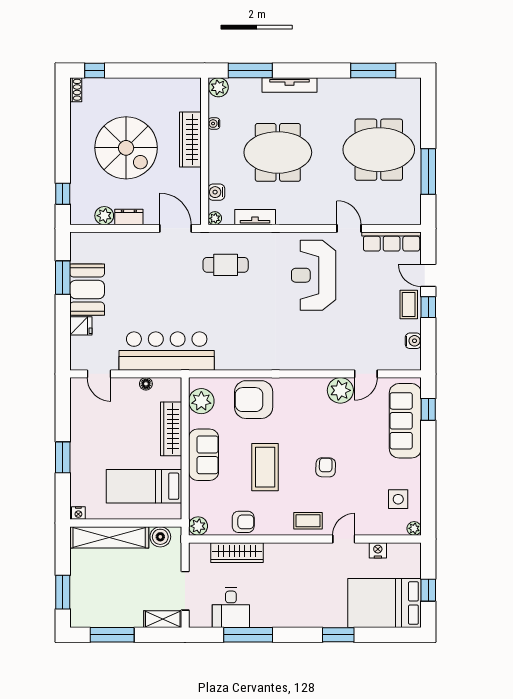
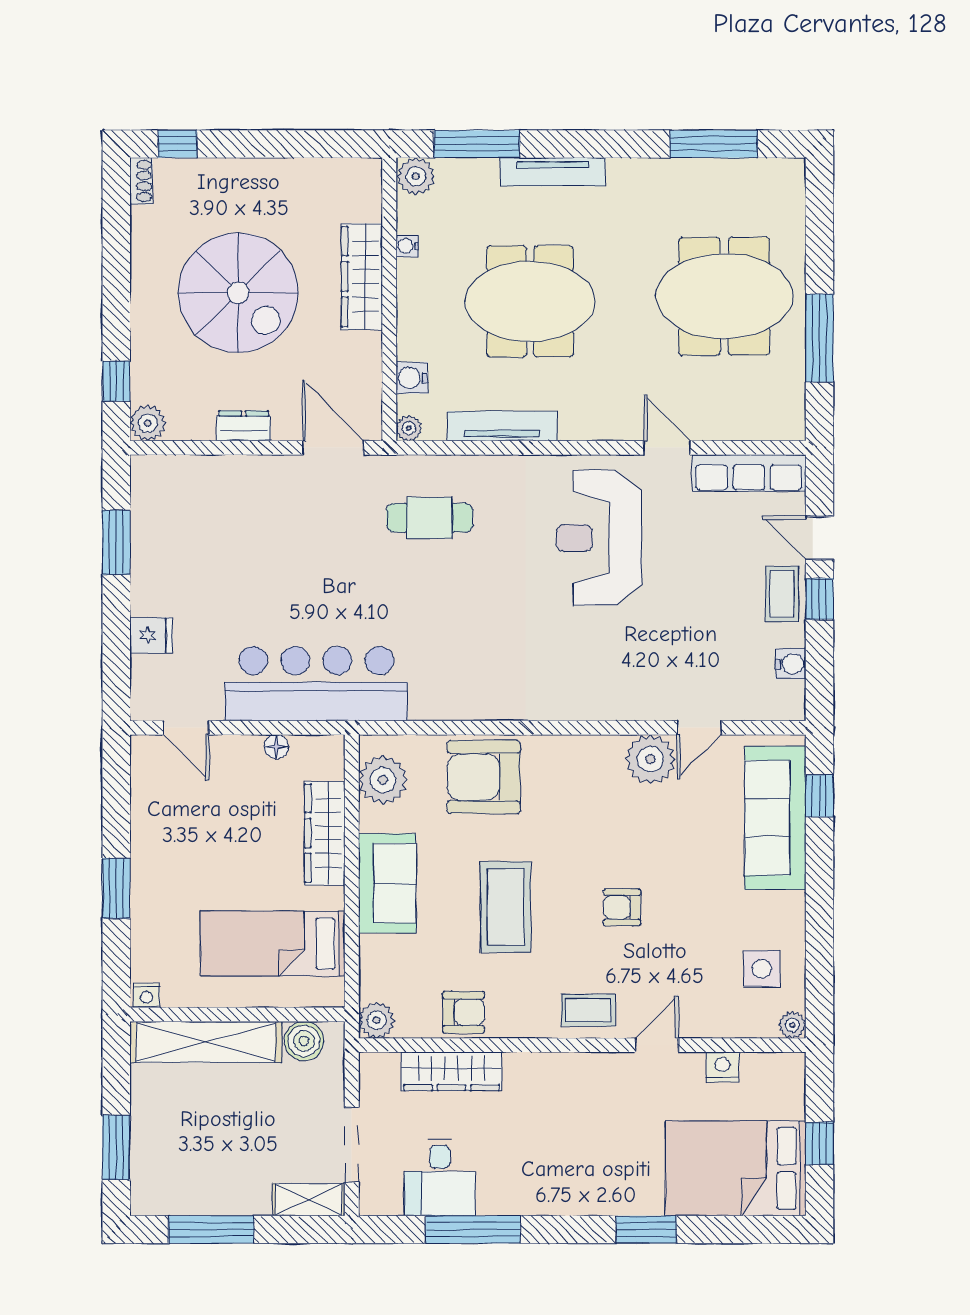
plant: (104, 216) -> (148, 423), moved
tv unit: (255, 217) -> (502, 426), width x1.41
booth: (87, 290) -> (163, 565), removed
armchair: (326, 467) -> (622, 907), turned -92

